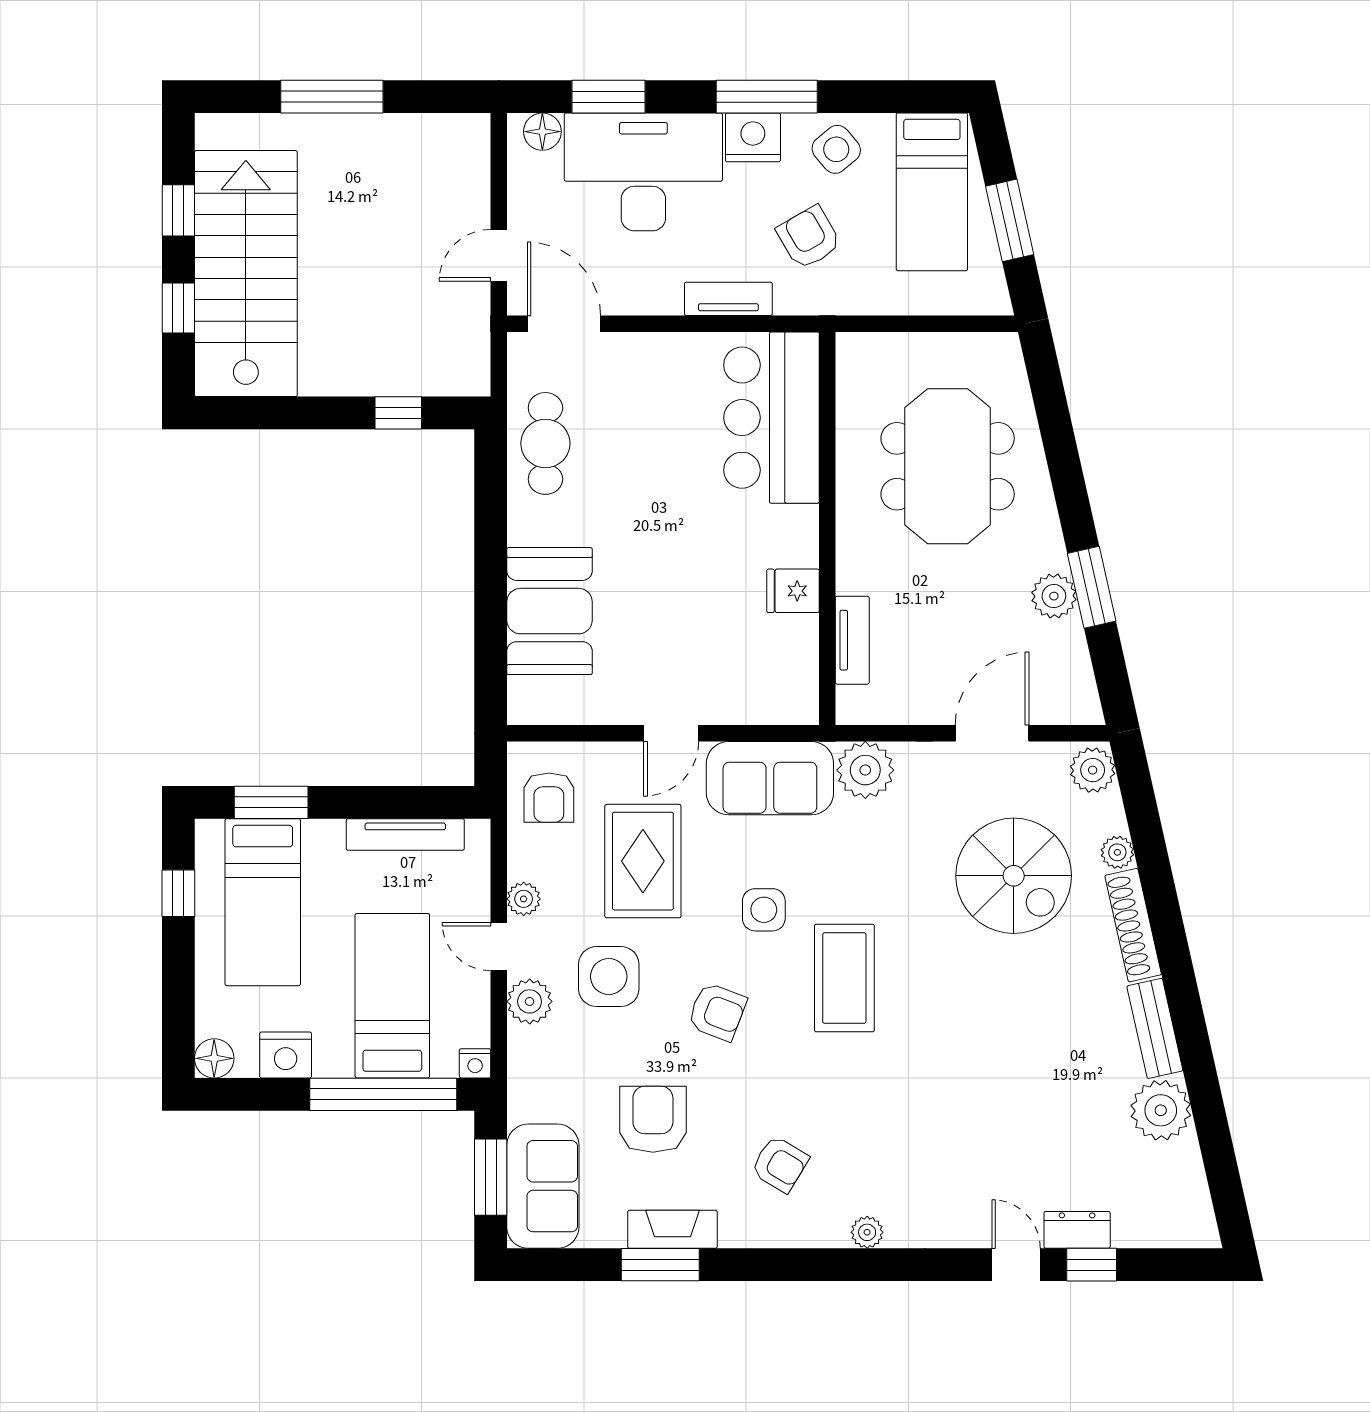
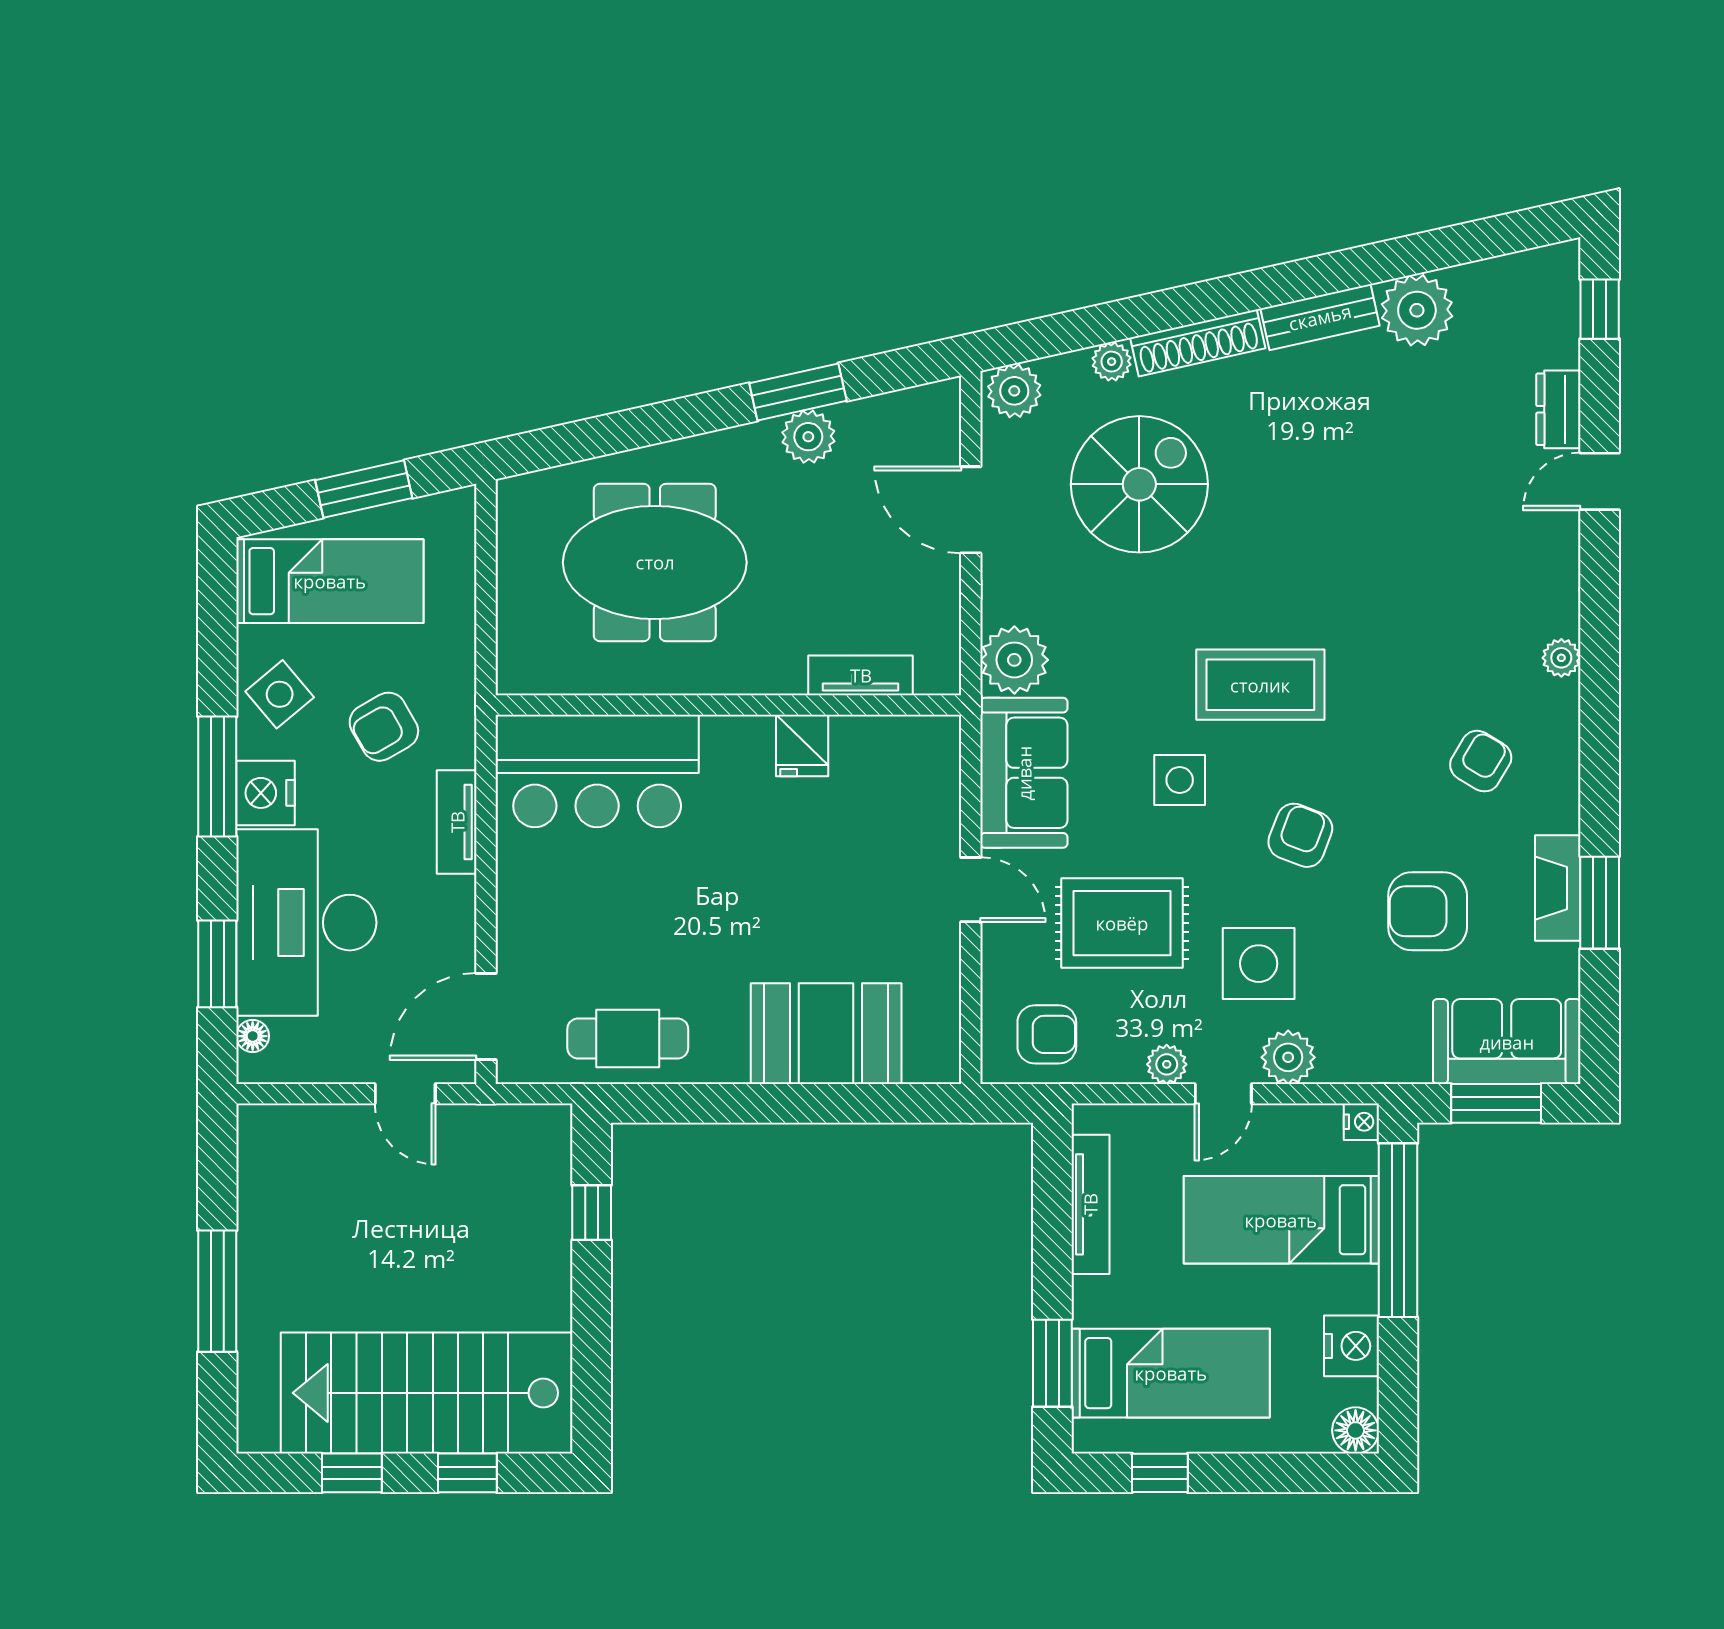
floor lamp: (542, 132) -> (253, 1036), width x0.73, depth x0.73
window: (1092, 1265) -> (1600, 309), moved

